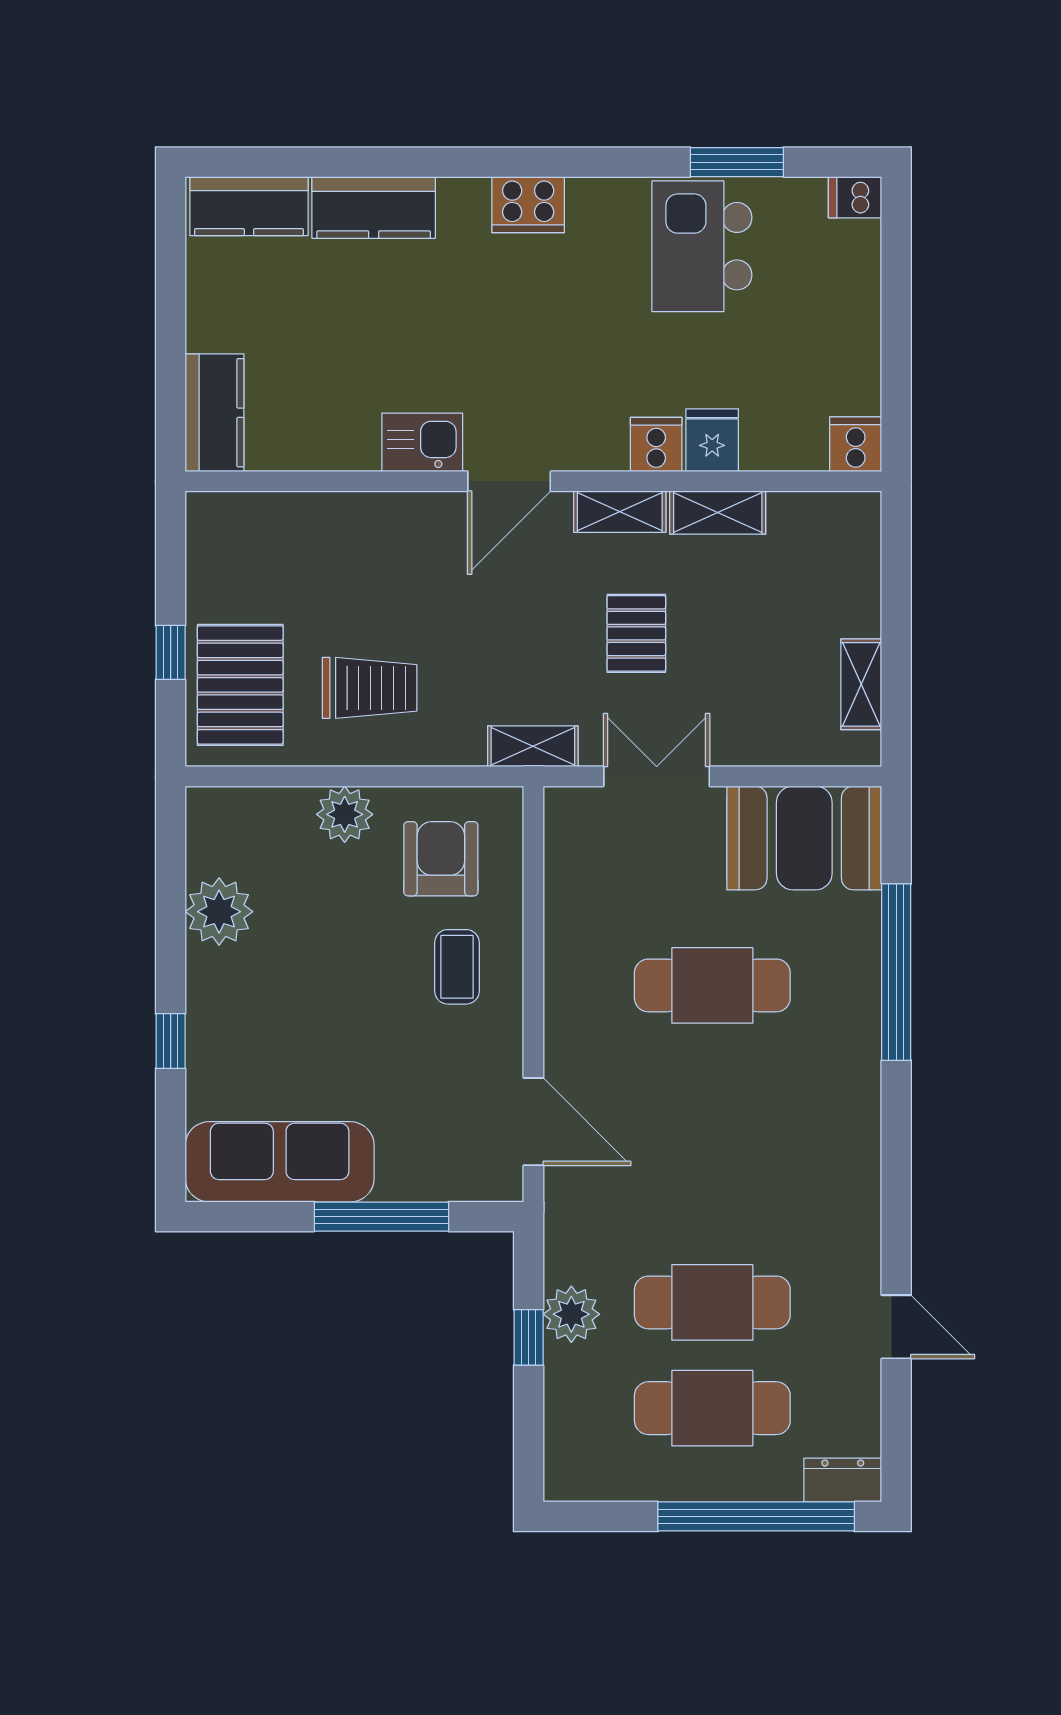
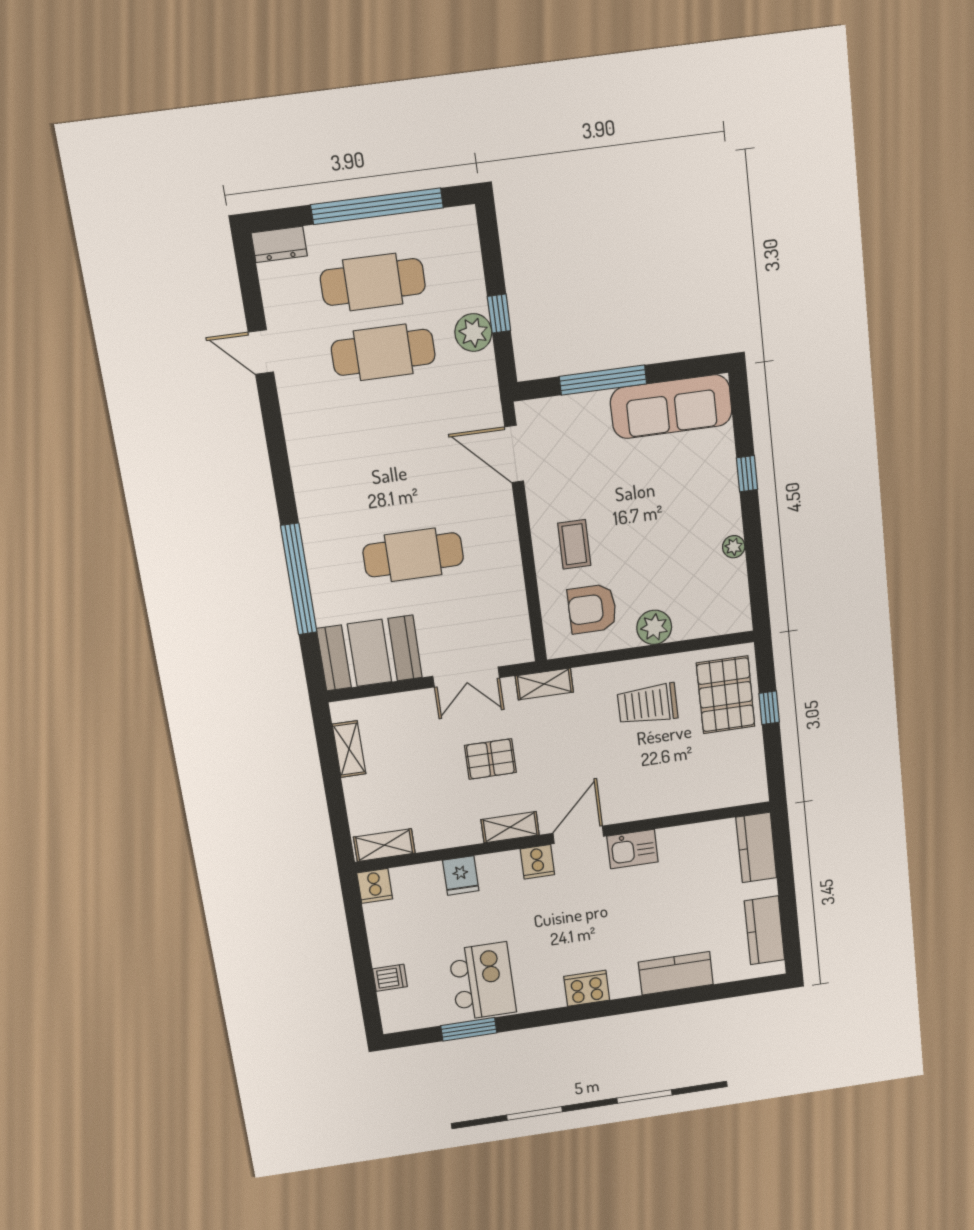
dishwasher: (855, 197) -> (390, 978), moved
kitchen counter: (249, 206) -> (764, 930), moved, turned -90
cooker: (656, 445) -> (537, 862), moved
shelving: (718, 513) -> (384, 845), moved
pallet: (636, 633) -> (490, 759), turned 90
armchair: (441, 859) -> (592, 609), turned 90
plant: (219, 912) -> (734, 547), width x0.53, depth x0.53
window: (756, 1516) -> (377, 206), moved

